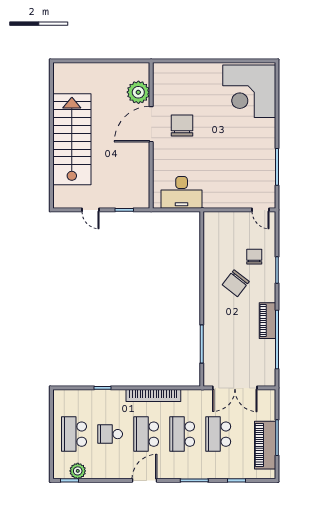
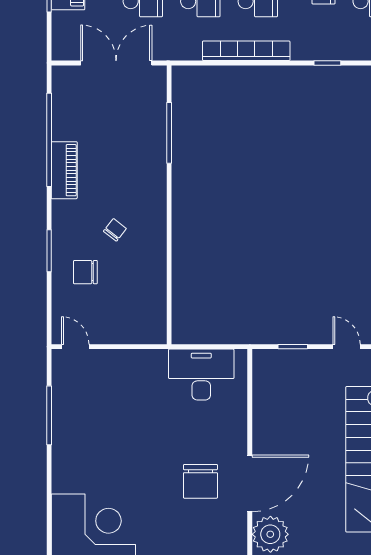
chair: (254, 257) -> (85, 272), turned 90
chair: (236, 283) -> (115, 230), width x0.54, depth x0.54

